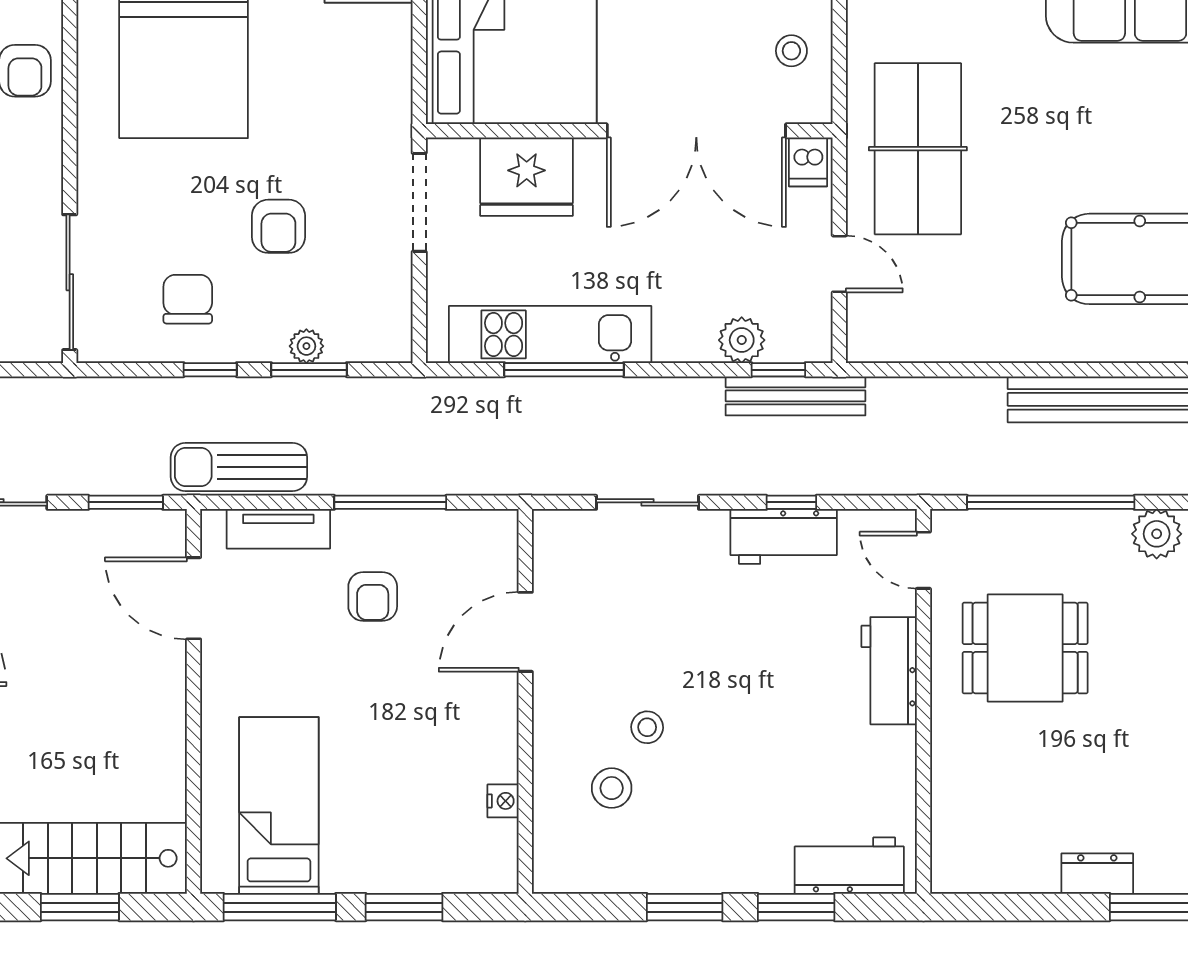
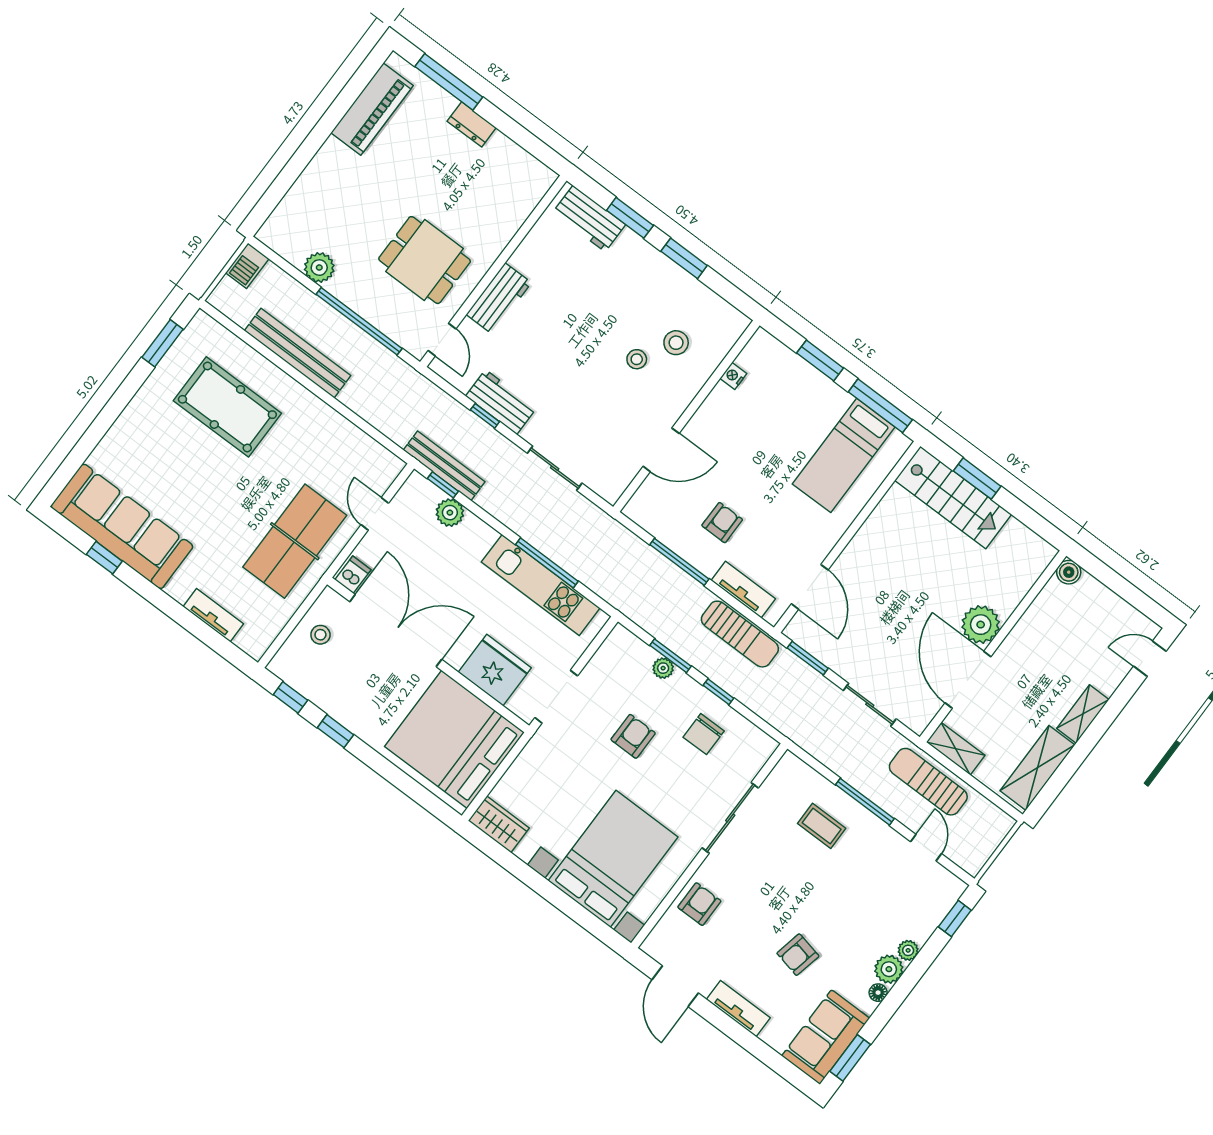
sliding door: (70, 282) -> (730, 818), moved

